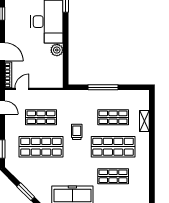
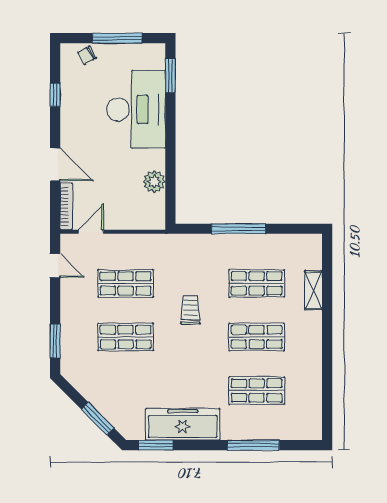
plant: (57, 50) -> (154, 182), moved
shop shelf: (41, 147) -> (126, 337), width x0.70, depth x0.74
shop shelf: (113, 147) -> (257, 337), width x0.70, depth x0.74

